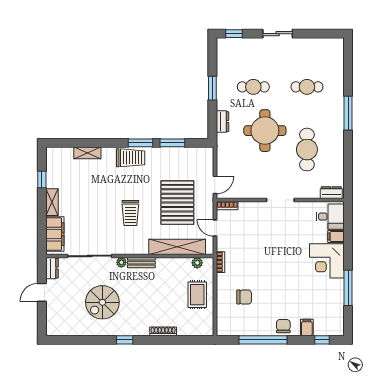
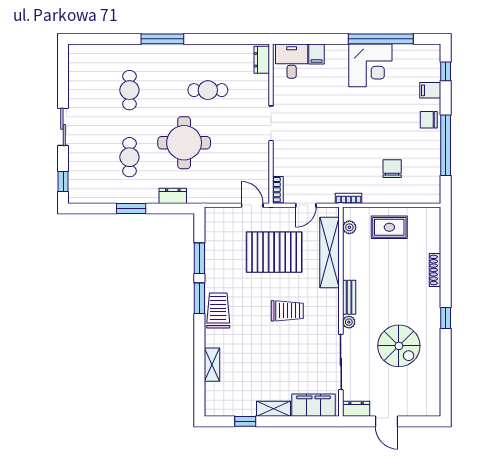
cafe table: (307, 150) -> (208, 90), width x0.73, depth x0.74
corner desk: (327, 261) -> (370, 65), moved
window: (348, 288) -> (381, 39), width x1.46

